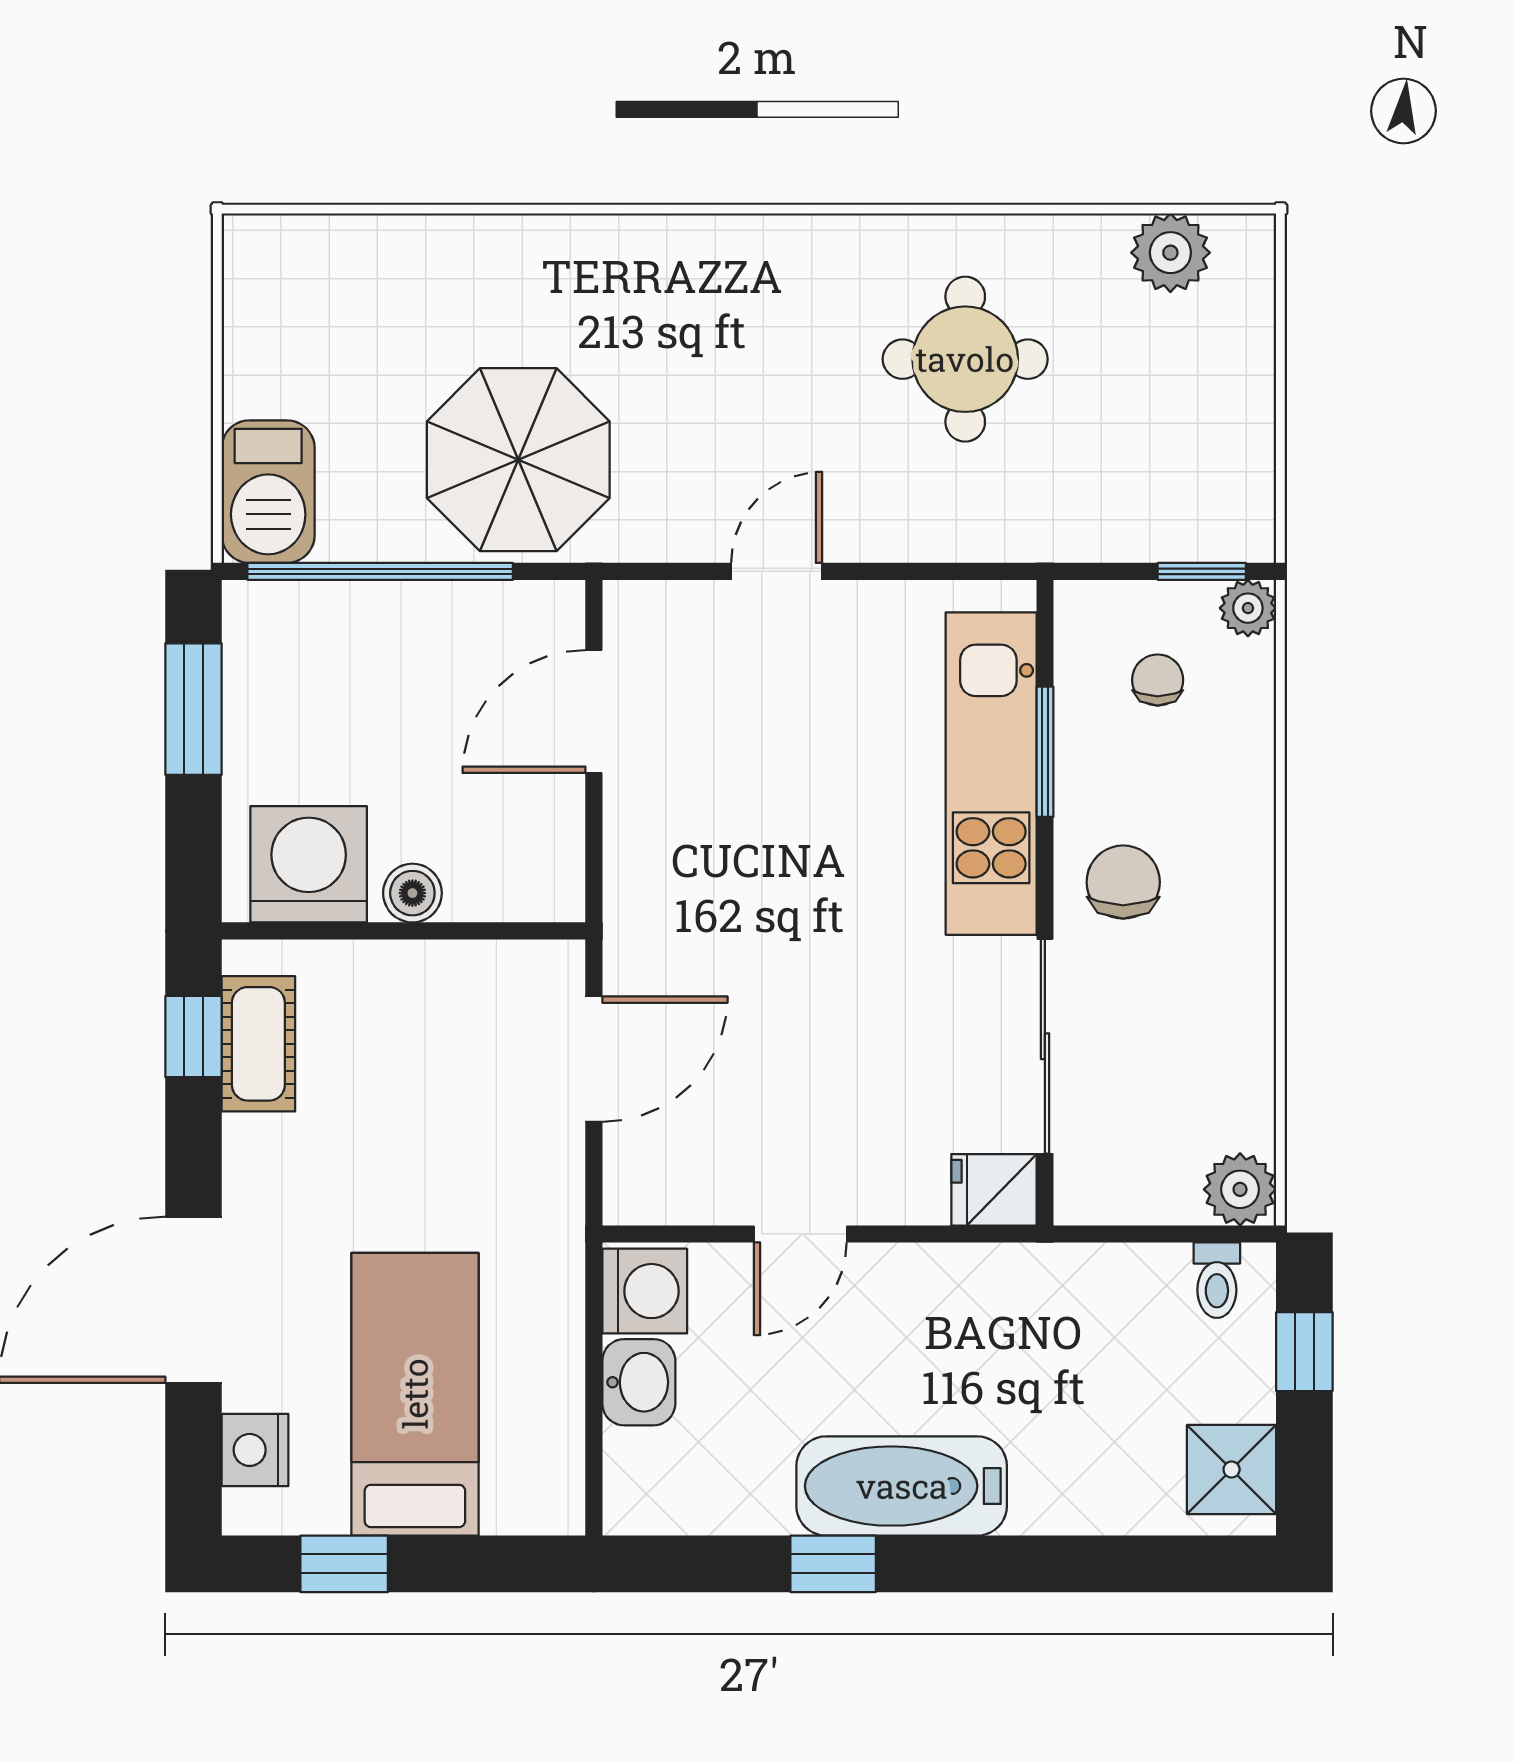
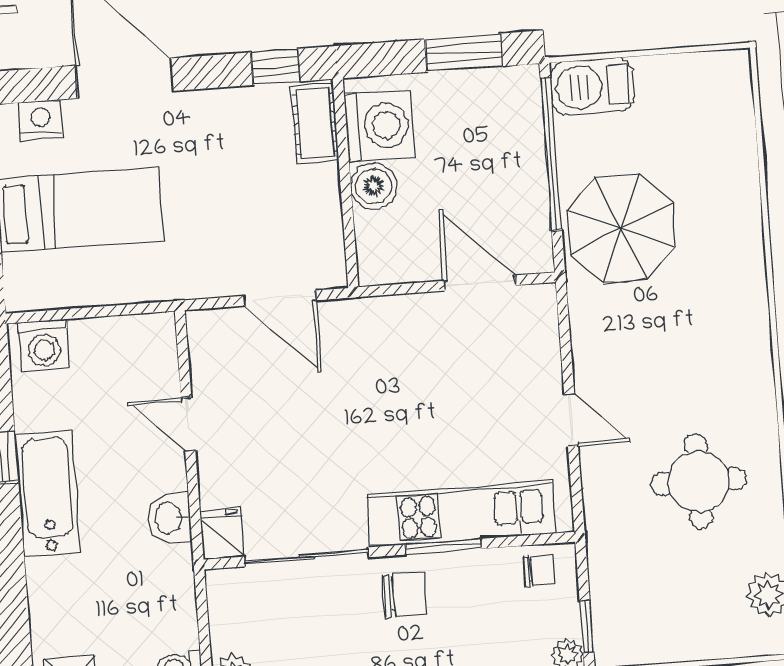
door: (777, 571) -> (571, 420), moved
chair: (1158, 680) -> (539, 571), moved
window: (1045, 752) -> (443, 547), moved
boiler: (412, 893) -> (374, 186), width x1.36, depth x1.36
cot: (258, 1044) -> (315, 123), moved, turned 90
washing machine: (645, 1291) -> (44, 345), moved
washbasin: (639, 1382) -> (169, 518), moved, turned 90

